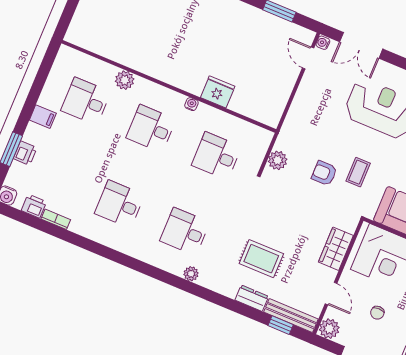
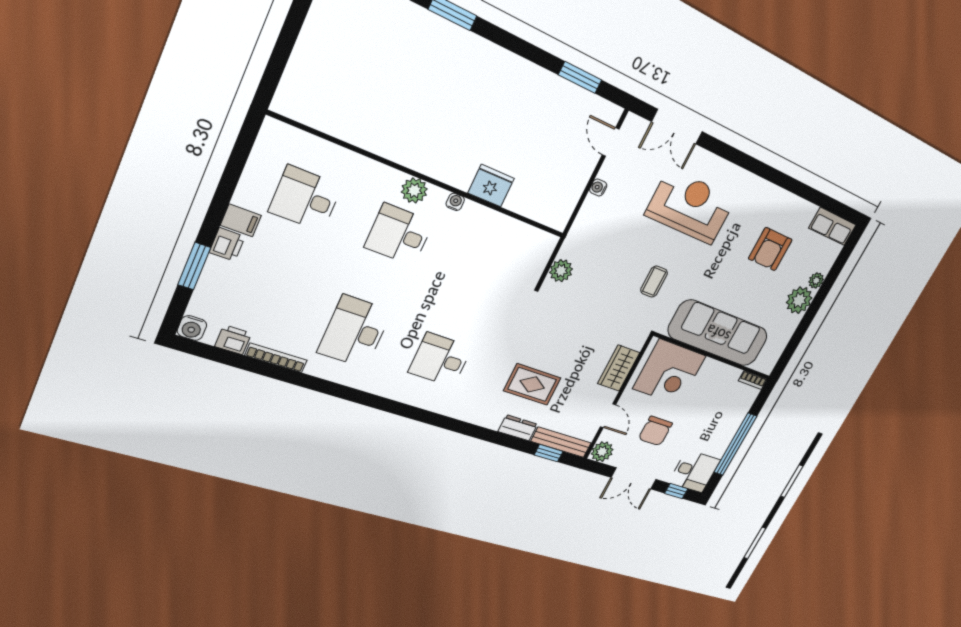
water cooler: (323, 43) -> (598, 188), moved
plant: (125, 80) -> (414, 190), moved
printer: (25, 153) -> (227, 245), moved
desk: (216, 156) -> (485, 268), removed
armchair: (324, 173) -> (615, 284), removed
desk: (119, 204) -> (355, 332), width x1.37
bookcase: (56, 219) -> (276, 358), width x1.56
plant: (191, 274) -> (446, 407), removed
chair: (377, 313) -> (655, 431), width x1.87, depth x1.87

